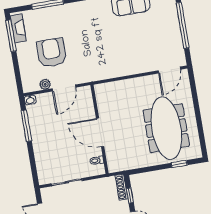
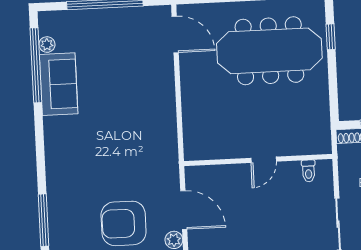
door: (100, 132) -> (264, 160), width x0.53

